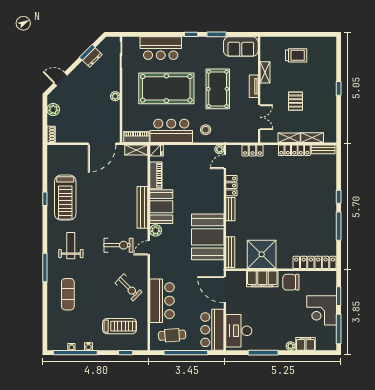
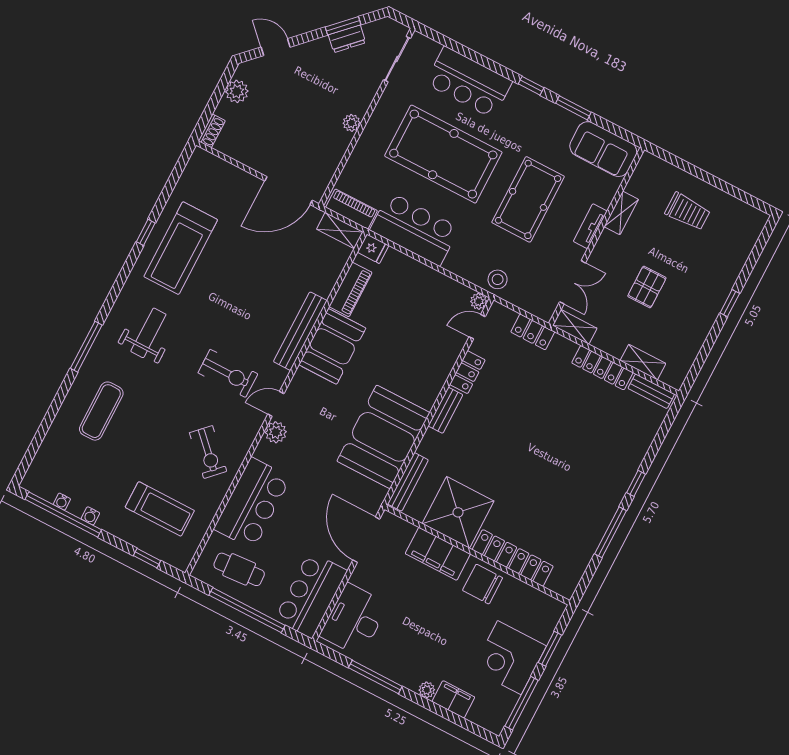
stool: (206, 130) -> (498, 279), moved
shelving: (289, 138) -> (575, 327), moved
plant: (156, 230) -> (276, 432), moved
locker: (315, 262) -> (513, 558), moved

